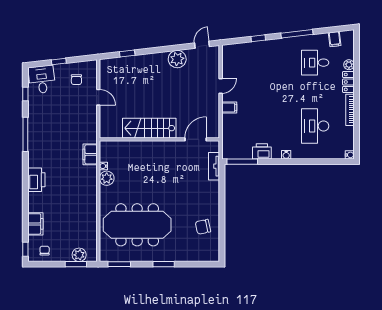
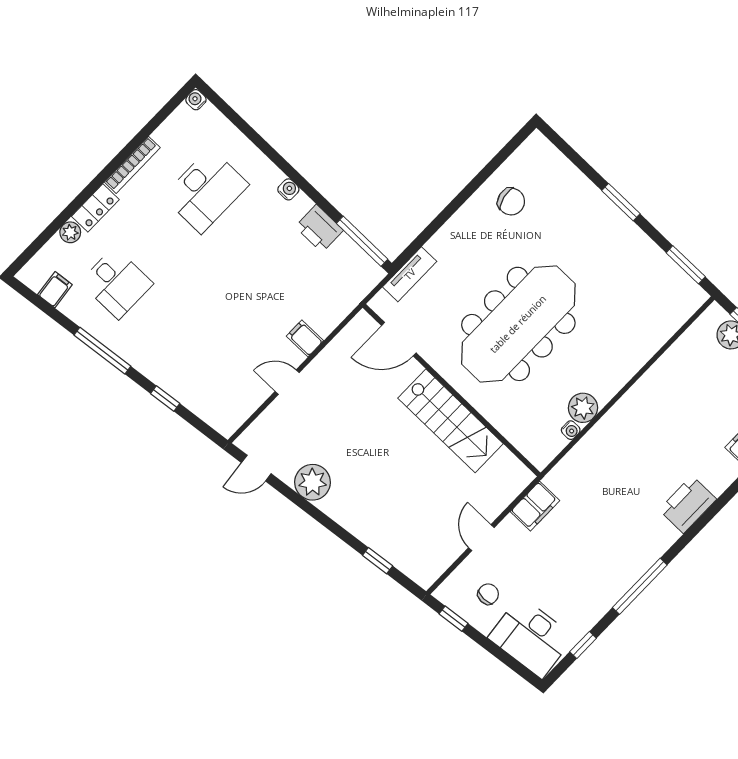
window: (59, 61) -> (454, 619), moved
desk: (42, 79) -> (531, 637), width x1.37
filing cabinet: (90, 154) -> (535, 506), moved
meeting table: (137, 225) -> (518, 324), moved, turned 90

